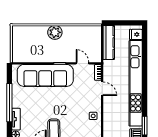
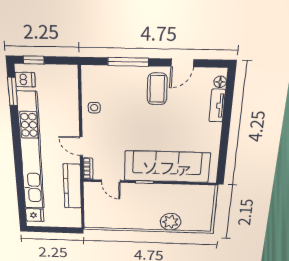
plant: (55, 32) -> (171, 222), moved
kitchen counter: (109, 42) -> (72, 186), moved
window: (9, 103) -> (225, 130), removed

